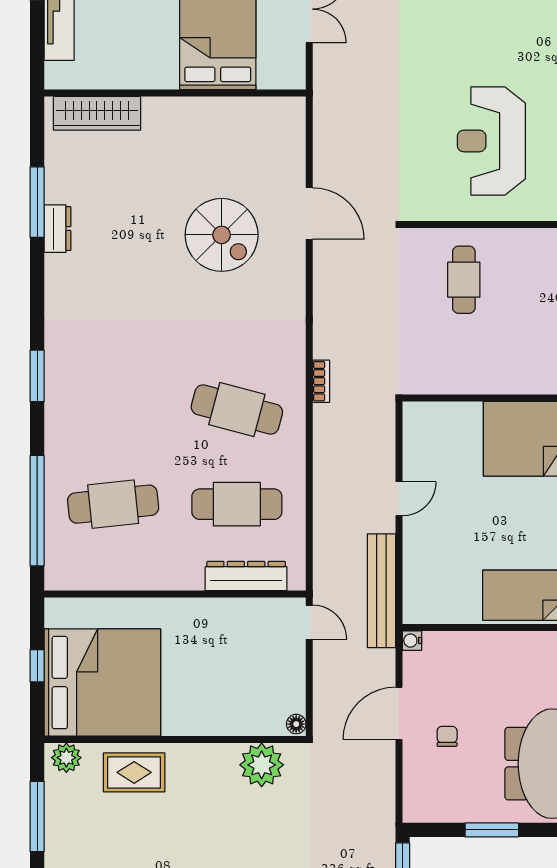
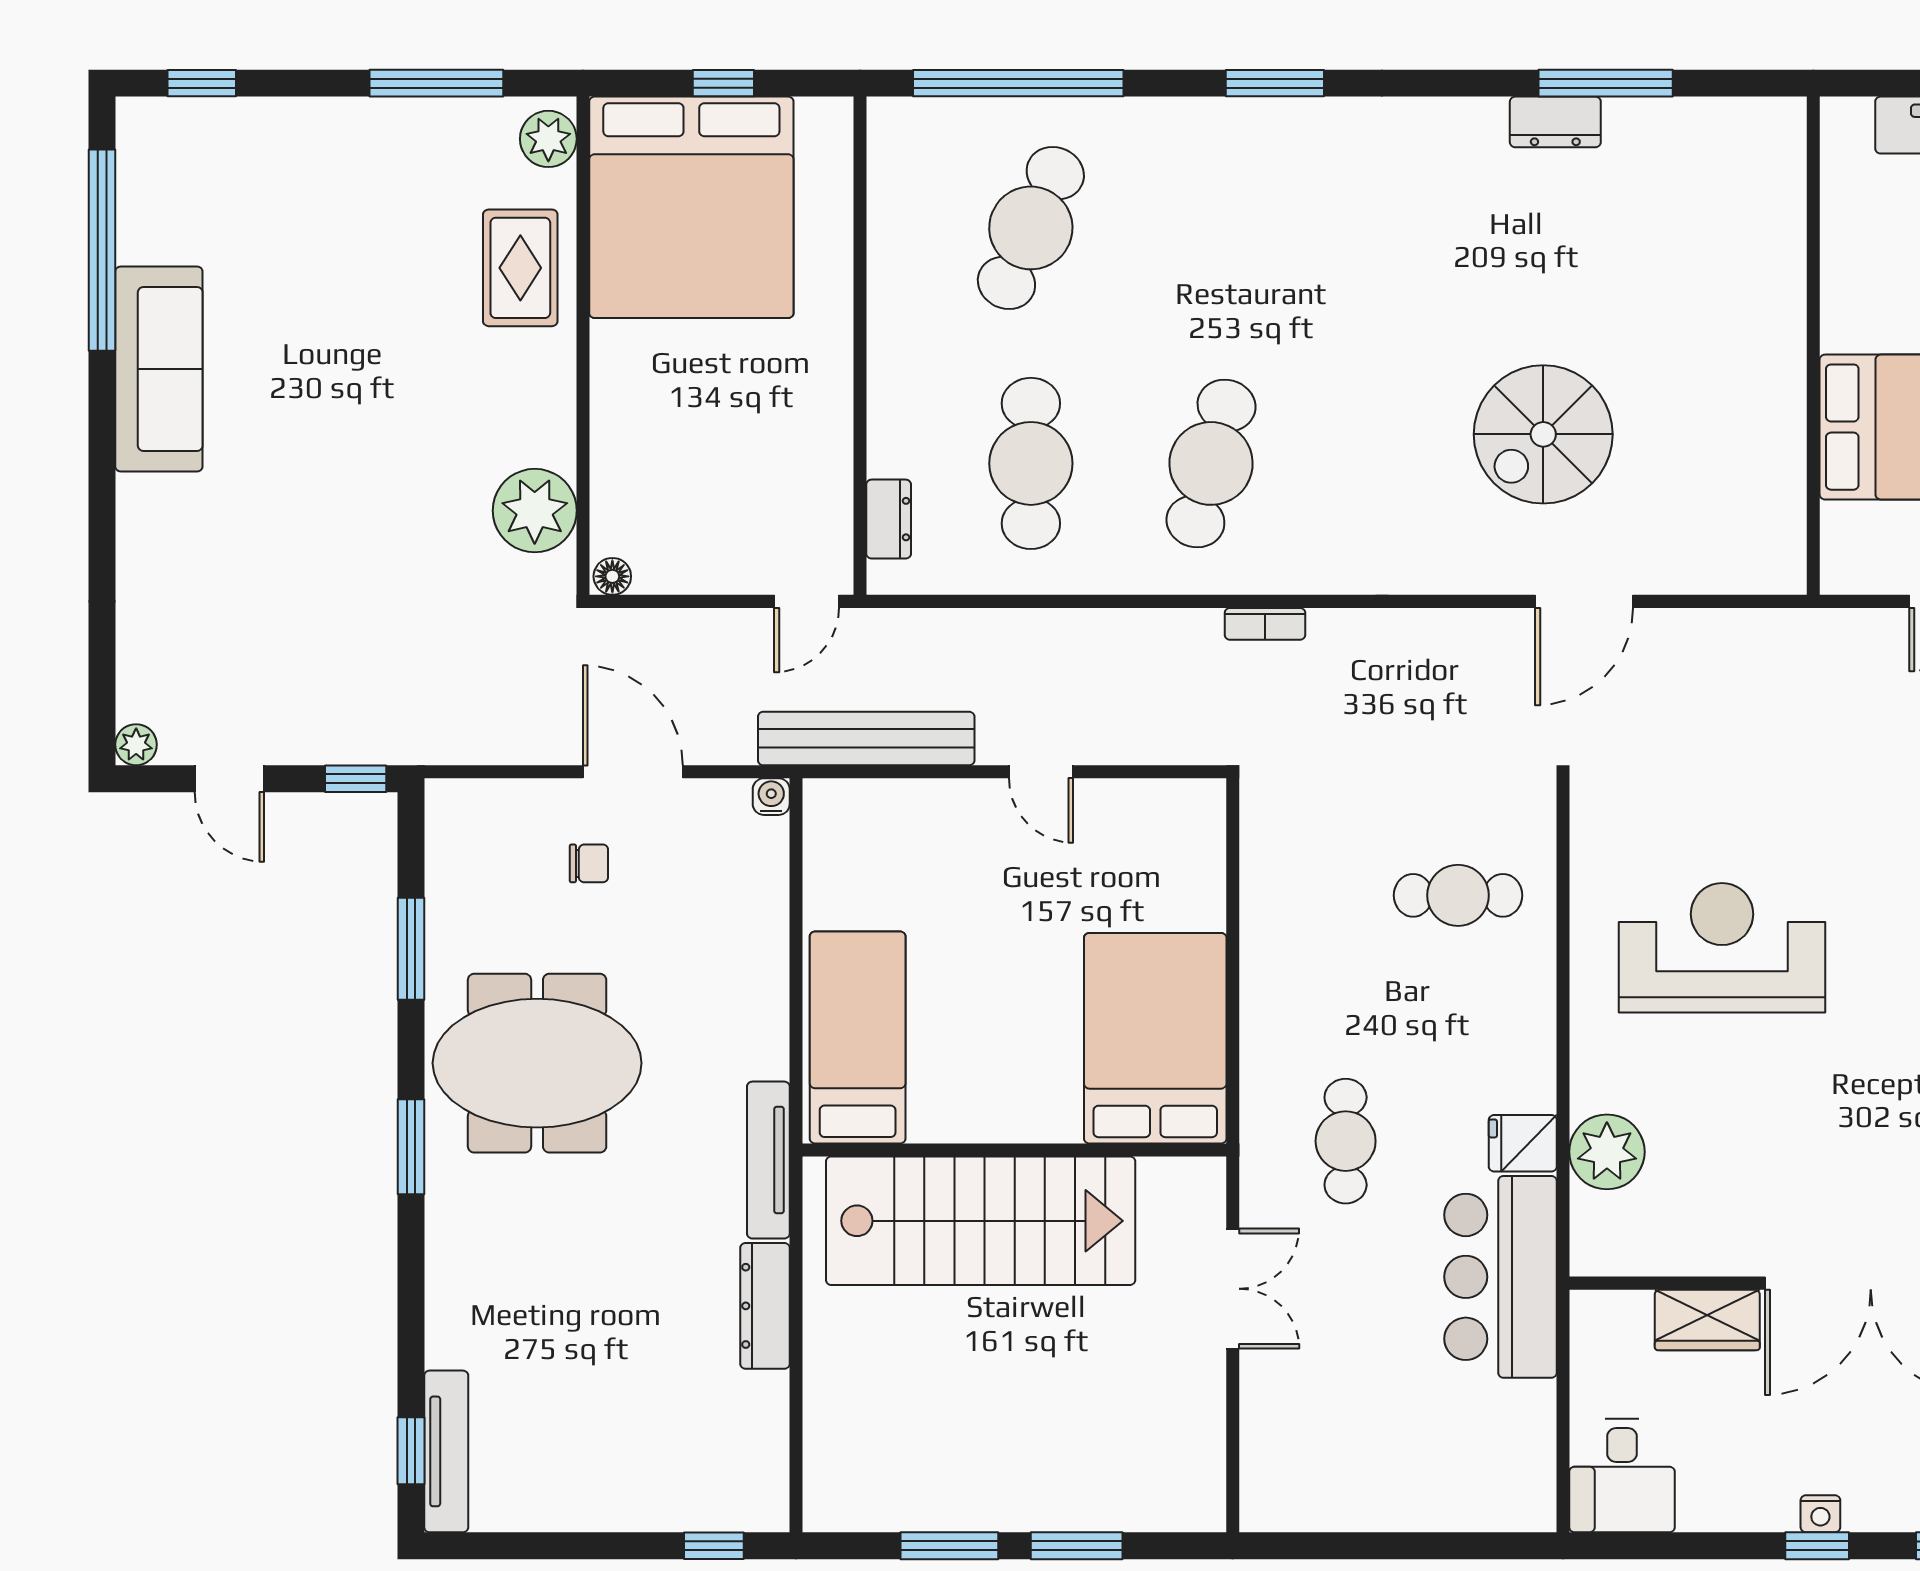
wardrobe: (97, 113) -> (1775, 197), removed
cafe table: (113, 504) -> (1031, 228), turned 30
dresser: (246, 576) -> (889, 519), width x0.51, depth x0.80

